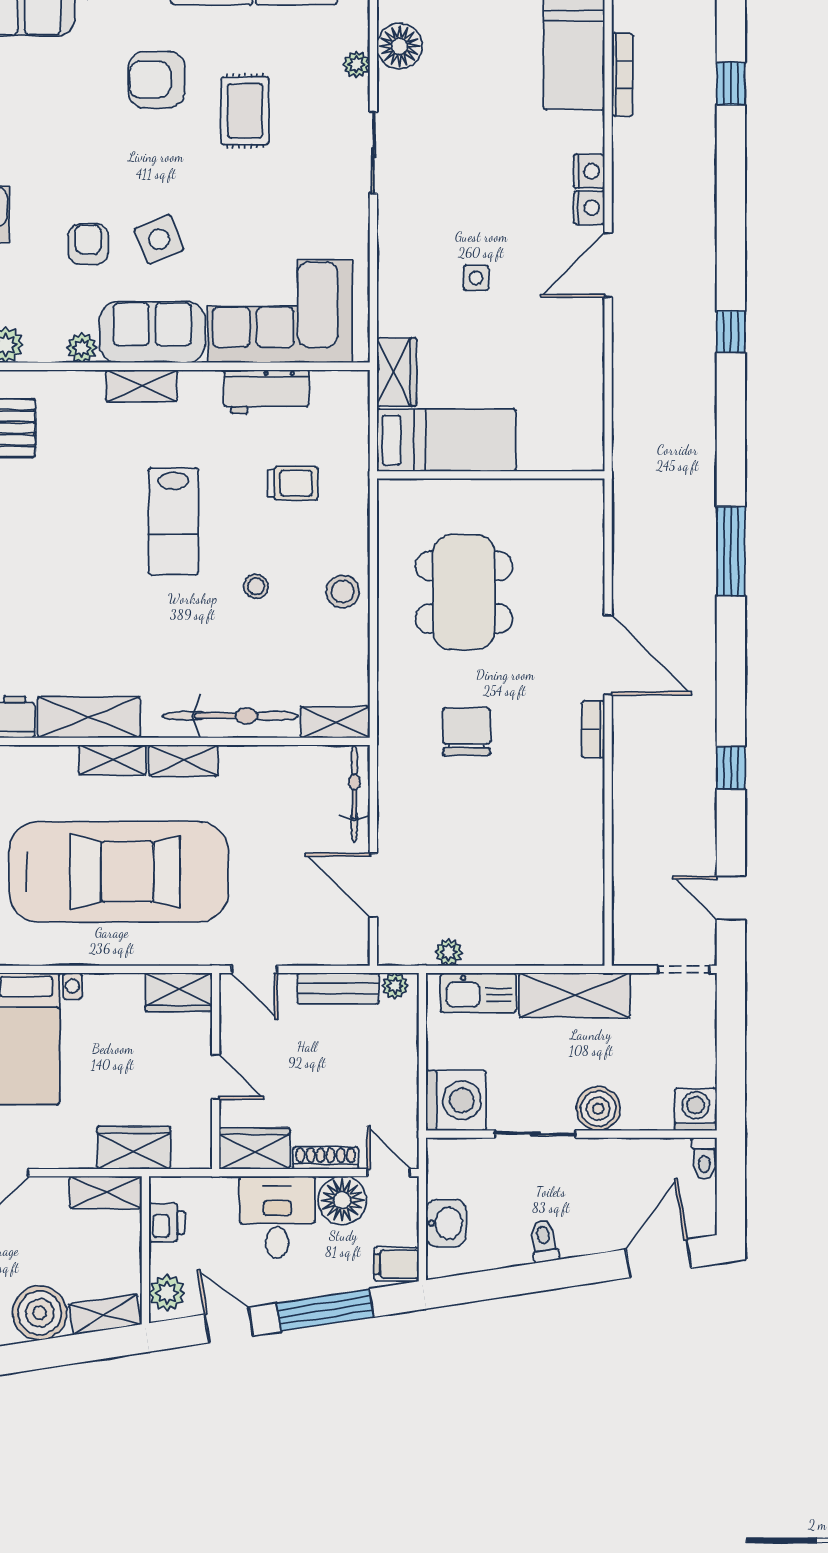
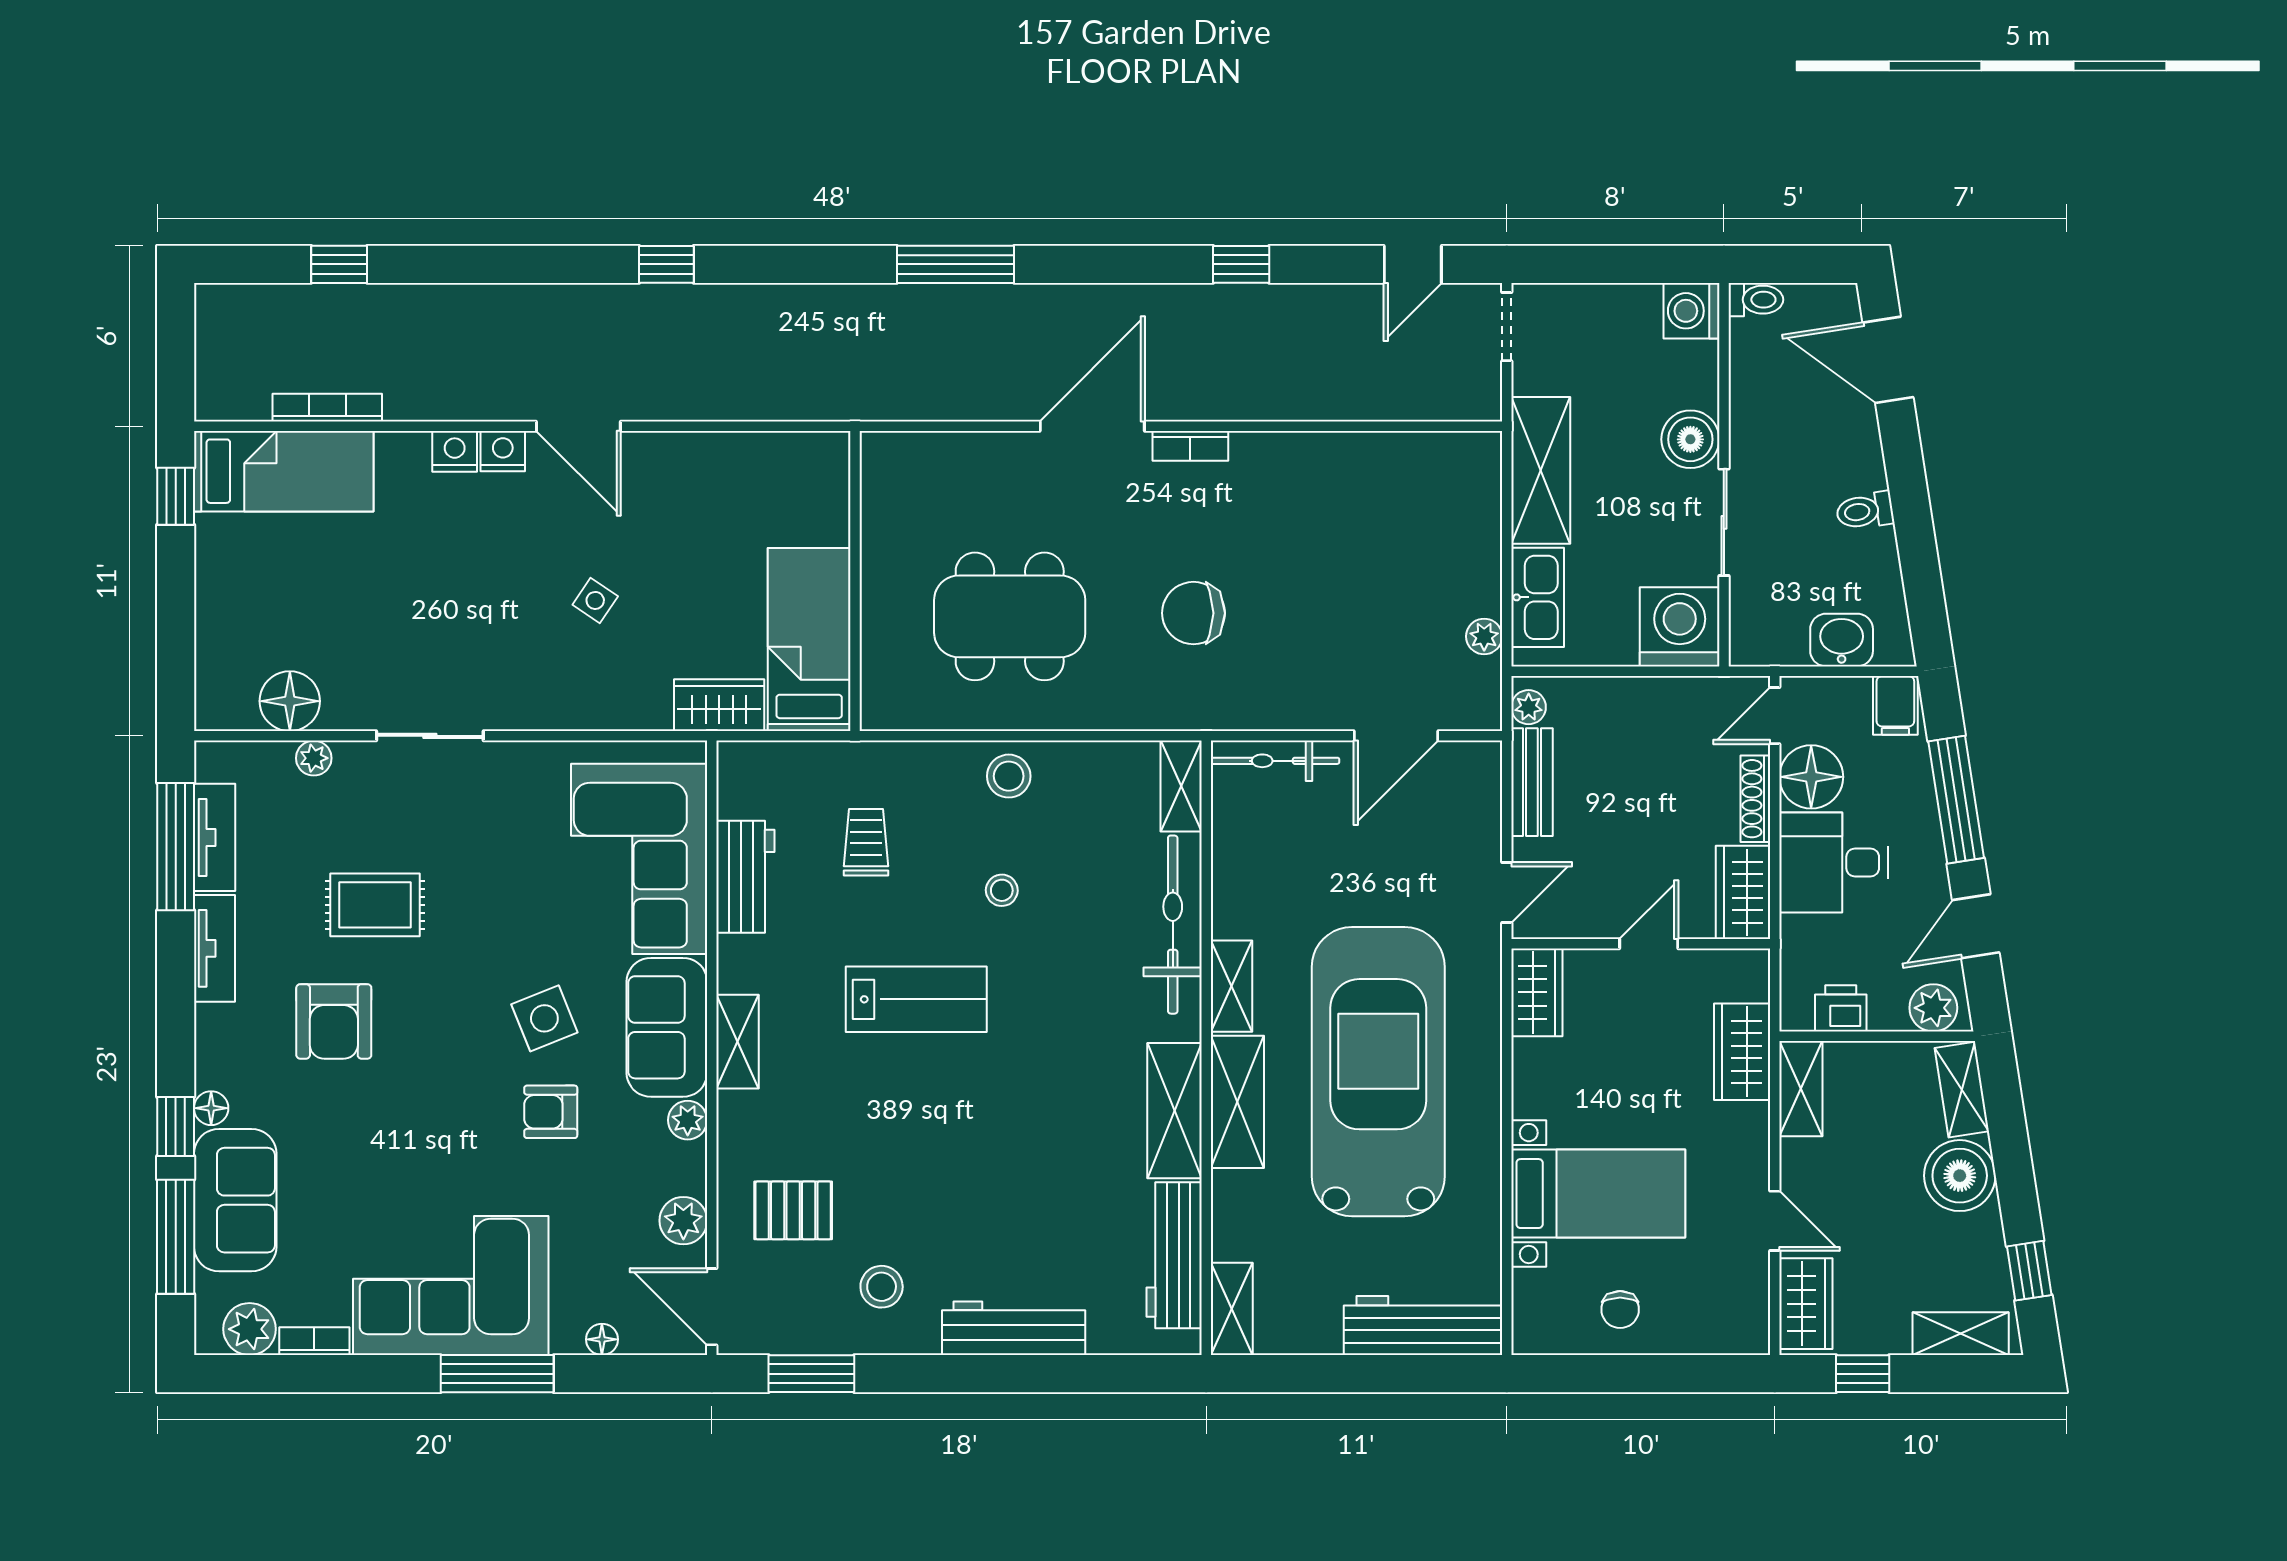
side table: (476, 278) -> (595, 600), turned 34
shelving: (112, 760) -> (1237, 1102), width x1.50, depth x1.33

